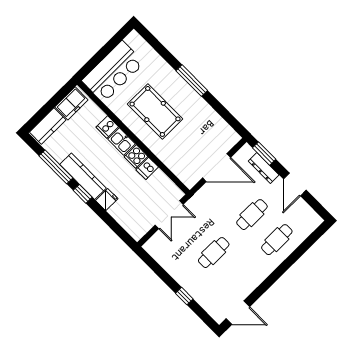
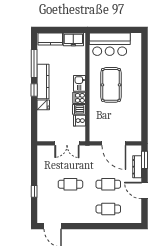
window: (192, 81) -> (145, 88), removed
cooker: (107, 127) -> (79, 121), moved
door: (295, 184) -> (145, 191), hinge flipped

